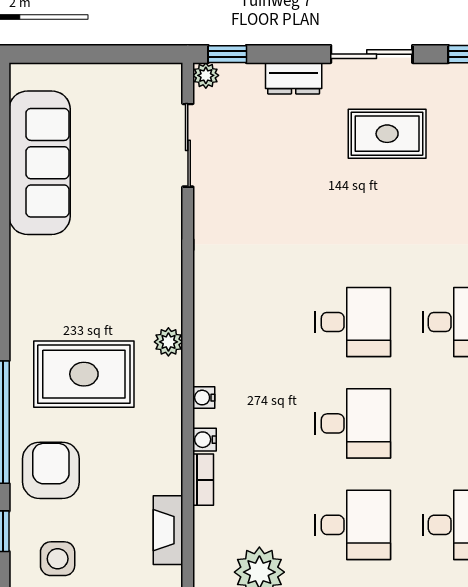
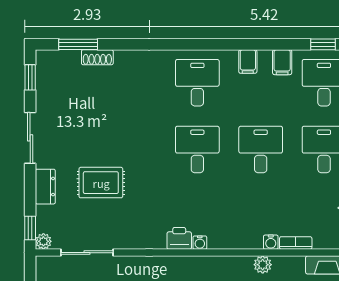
rug: (387, 134) -> (101, 183), moved, turned 90
printer: (211, 293) -> (179, 238), added
plant: (168, 342) -> (263, 265), moved
water cooler: (204, 398) -> (200, 243), moved

